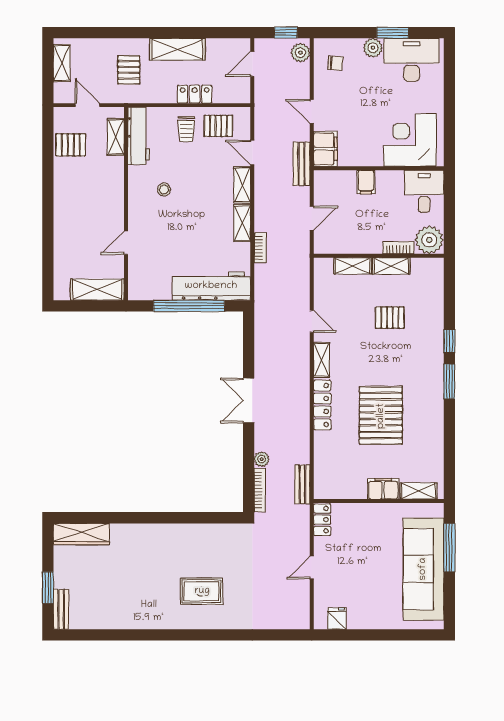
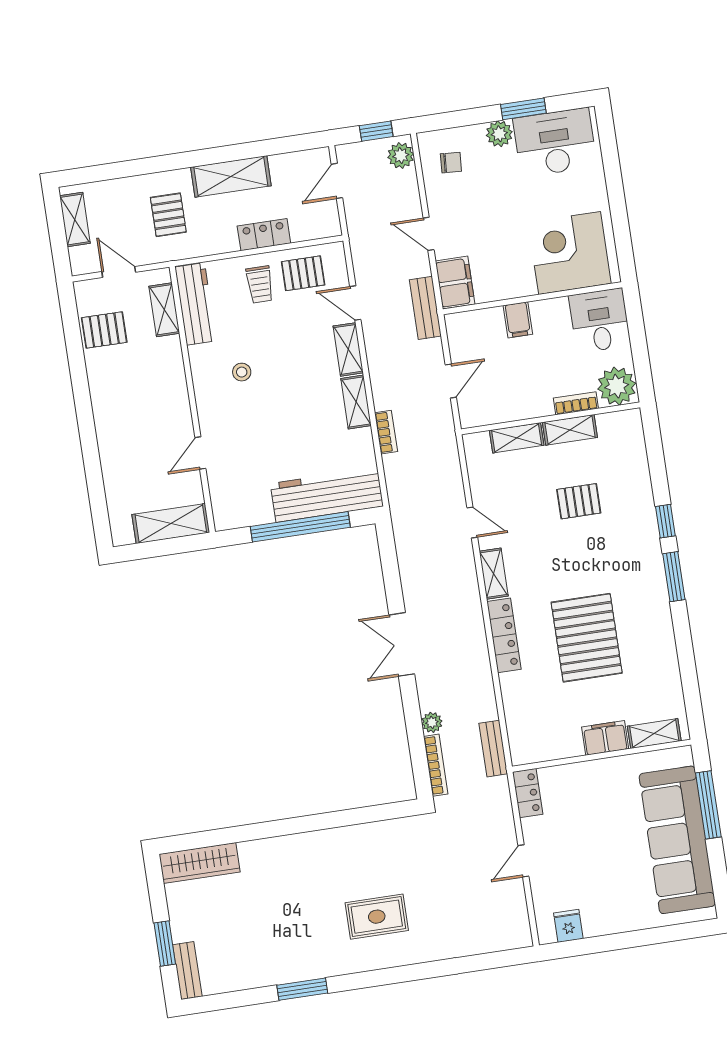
window: (141, 635) -> (302, 989), added

